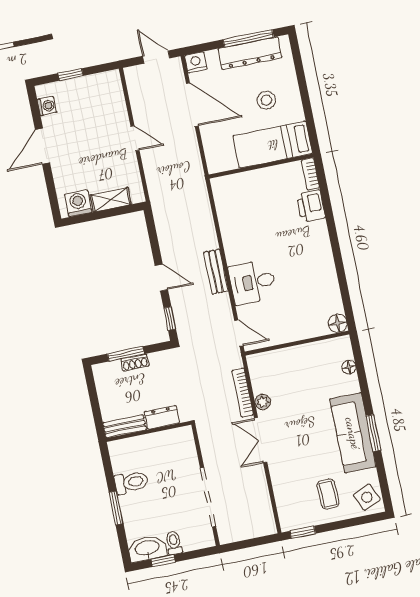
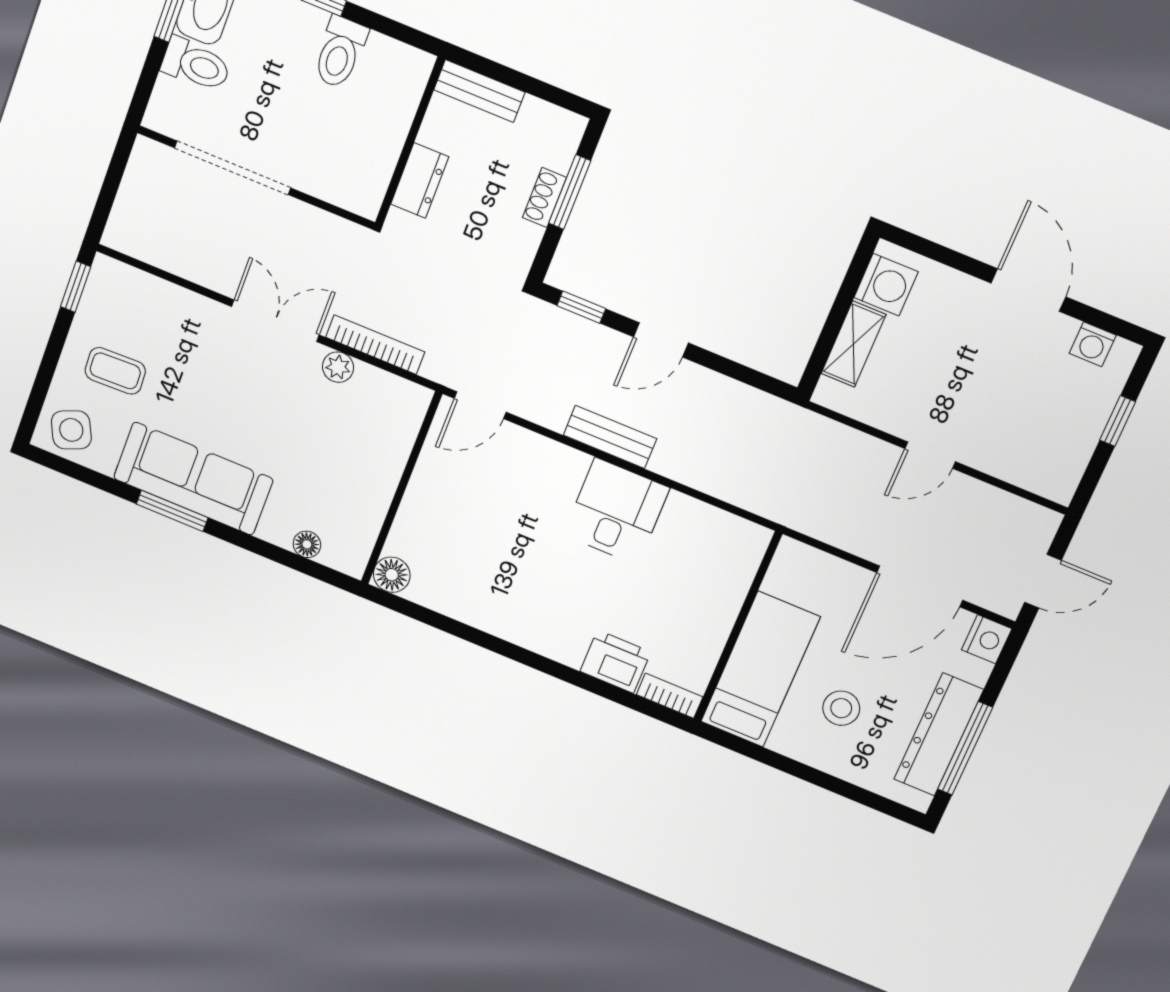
desk: (253, 282) -> (616, 511), moved
bench: (125, 426) -> (479, 91), moved, turned 90
toilet: (174, 543) -> (196, 65), width x1.37, depth x1.39

